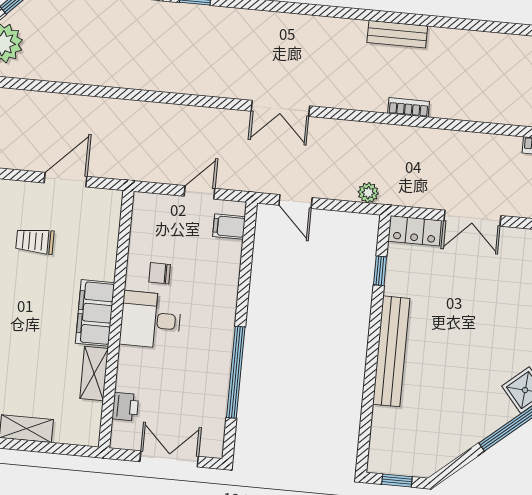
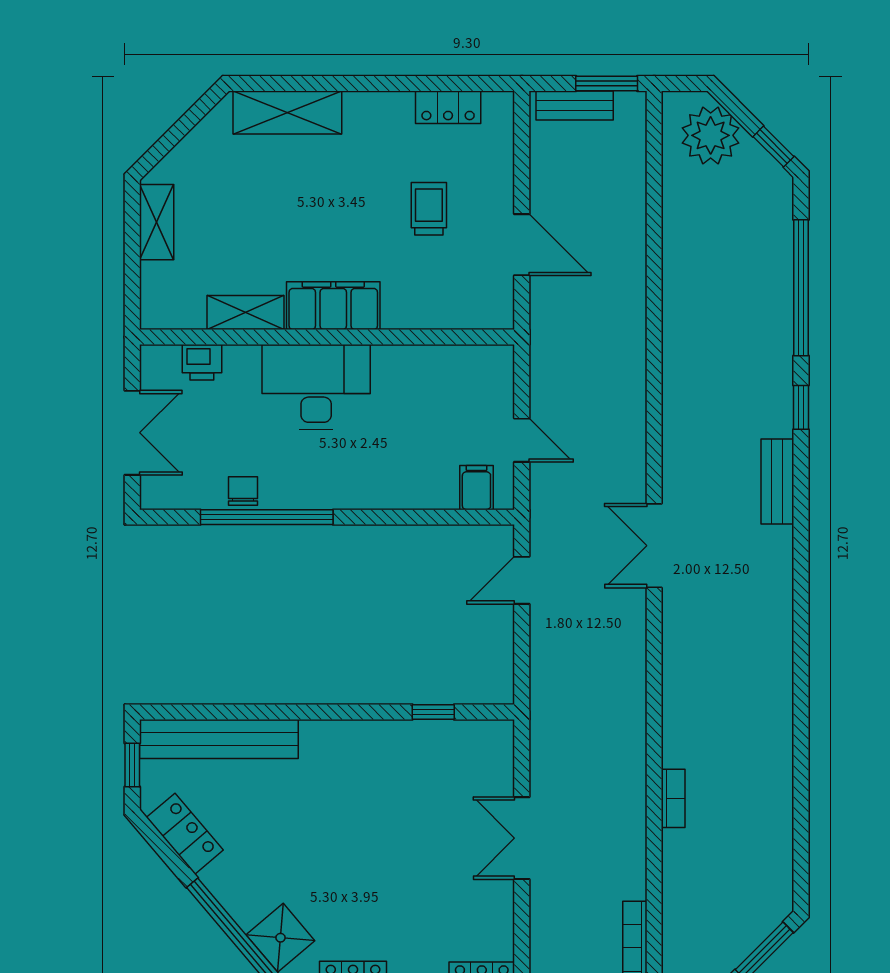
bench: (397, 34) -> (777, 481), moved
bookcase: (409, 107) -> (673, 798), moved
plant: (368, 193) -> (544, 684), removed
locker: (415, 231) -> (185, 834), moved, turned 140
chair: (160, 273) -> (243, 491), moved
desk: (151, 320) -> (316, 387), width x1.37
bench: (391, 351) -> (219, 739), moved

